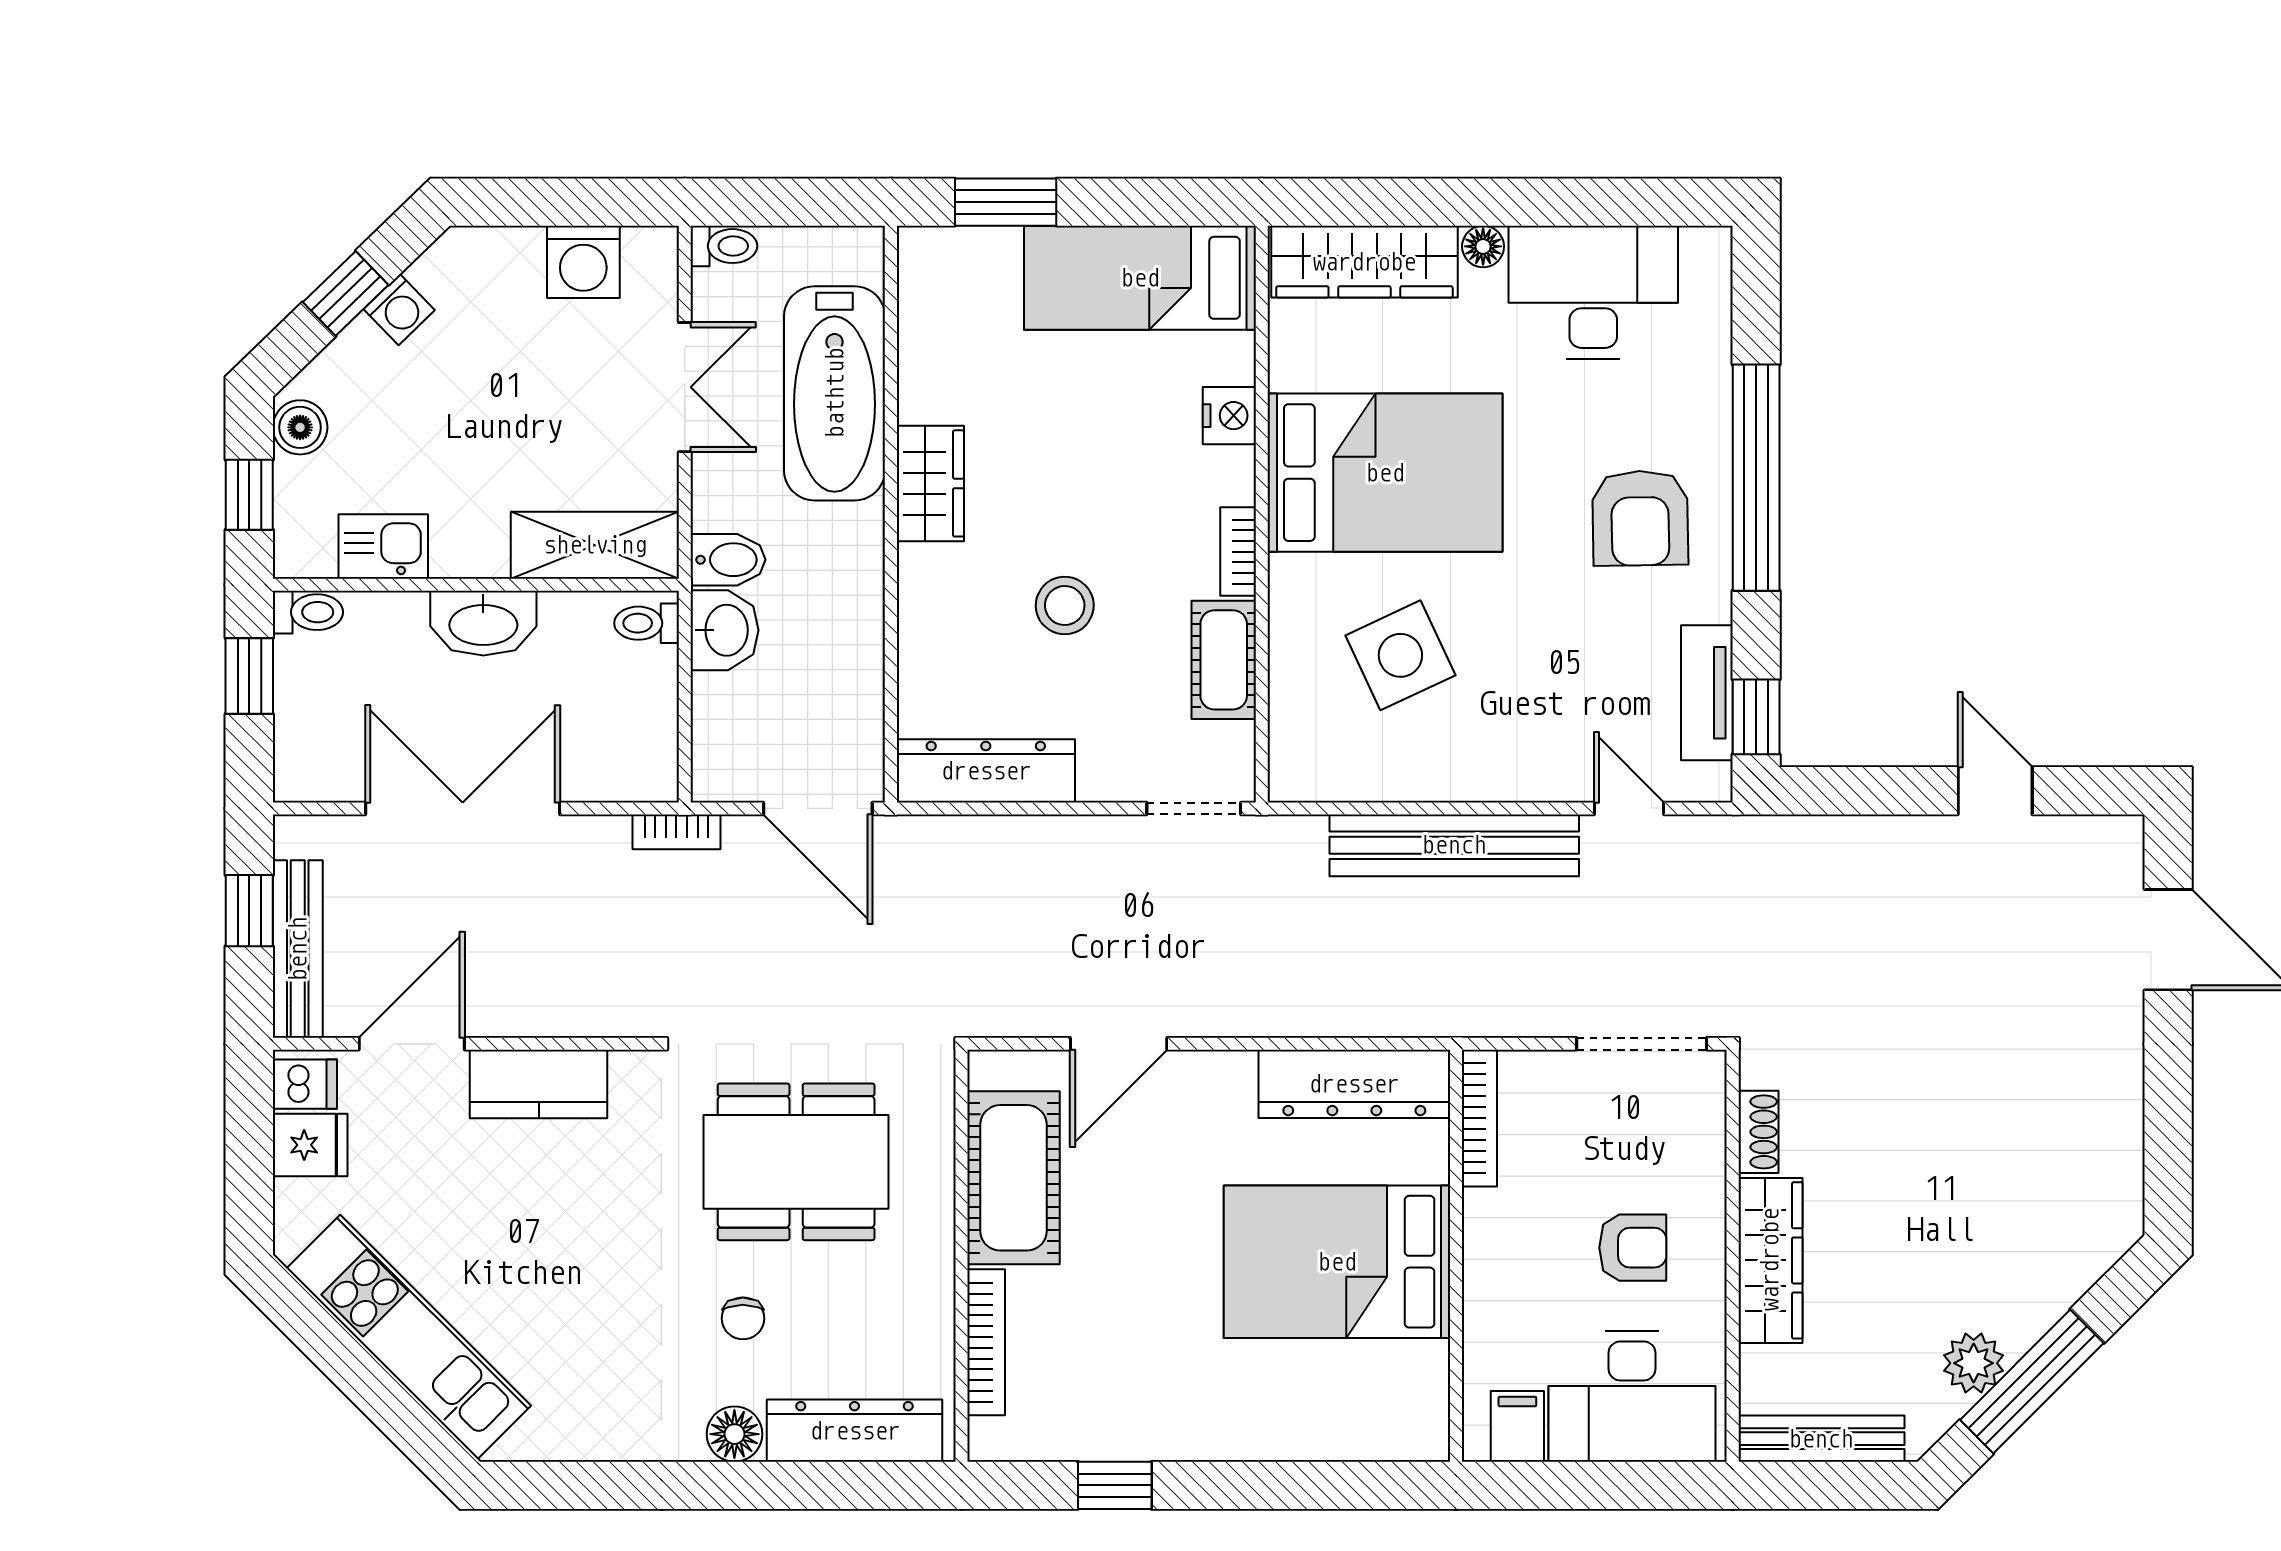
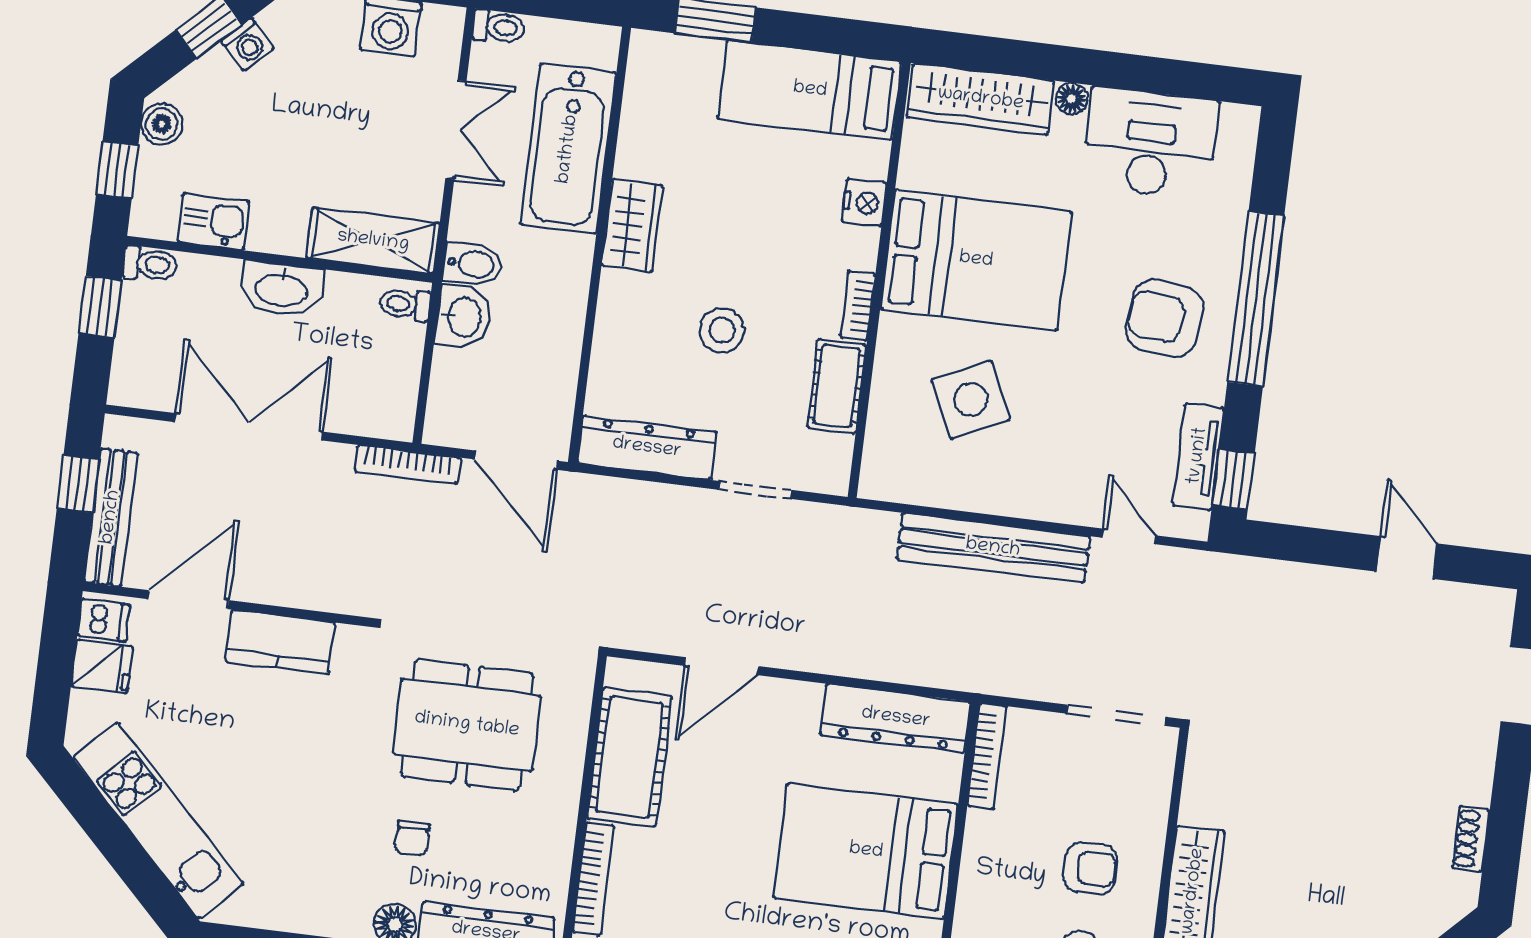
armchair: (1640, 518) -> (1164, 318), turned 97
doorway: (1194, 808) -> (755, 490), moved
bookcase: (676, 832) -> (408, 465), width x1.56
shoe rack: (1758, 1132) -> (1471, 839), moved, turned 180

